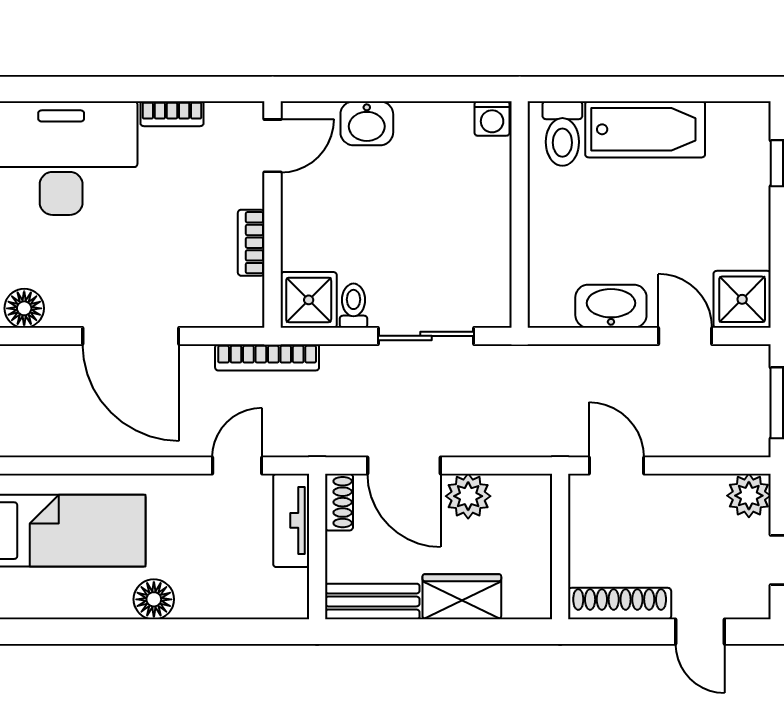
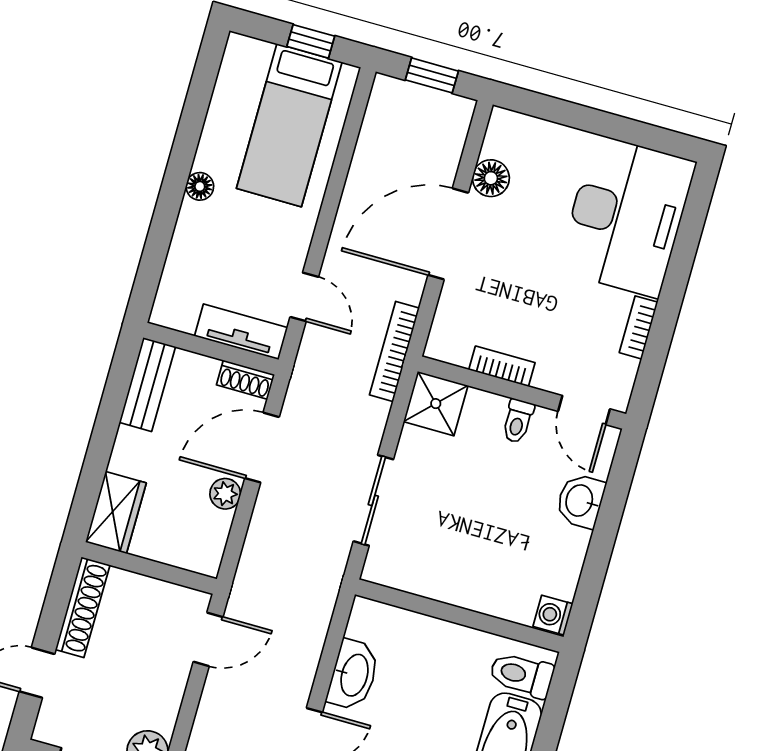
toilet: (354, 306) -> (518, 421), moved, turned 90
floor lamp: (24, 308) -> (491, 178), moved
plant: (468, 496) -> (225, 494), width x0.73, depth x0.73
wardrobe: (462, 597) -> (116, 513), moved
floor lamp: (154, 599) -> (200, 186), width x0.73, depth x0.73

